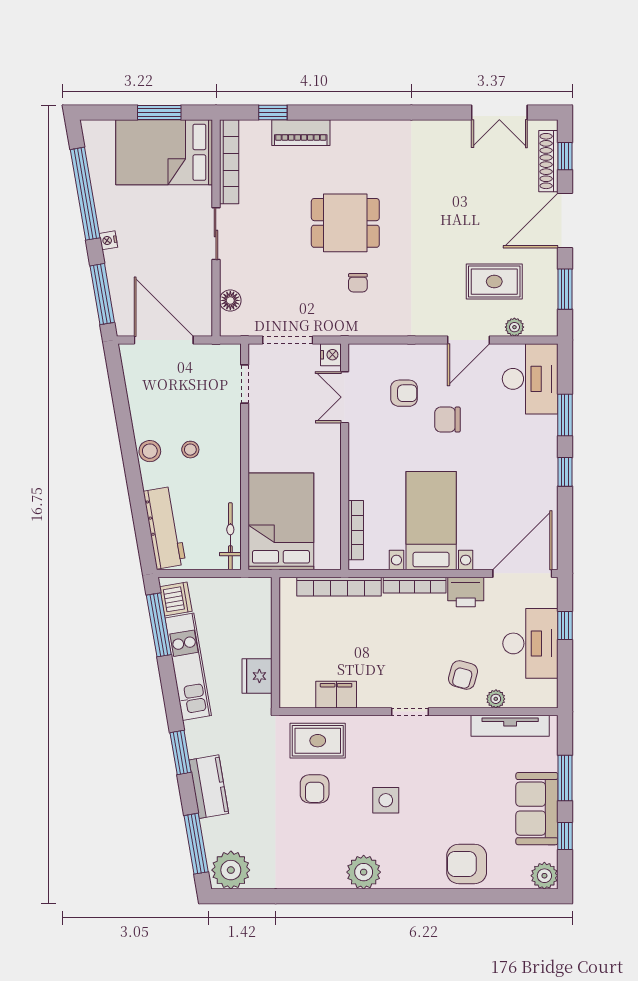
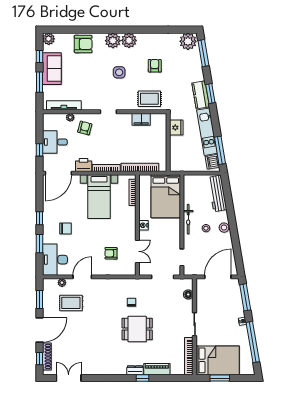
window: (273, 113) -> (143, 378), moved
dresser: (350, 130) -> (135, 370), added
door: (164, 340) -> (218, 277), swing flipped
nightstand: (331, 355) -> (144, 225), moved
chair: (447, 420) -> (66, 228), moved
bicycle: (230, 536) -> (188, 219), moved
desk: (530, 643) -> (55, 142), width x0.73
kitchen counter: (209, 787) -> (201, 95), moved
armchair: (315, 789) -> (155, 66), moved
plant: (400, 872) -> (113, 41), added

